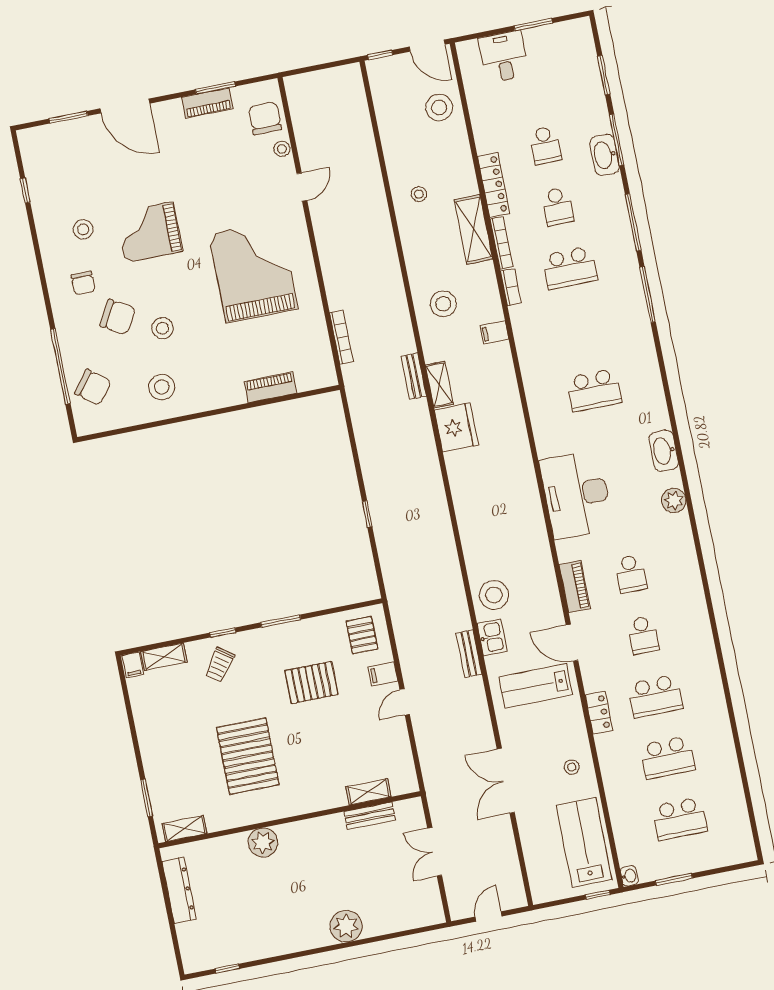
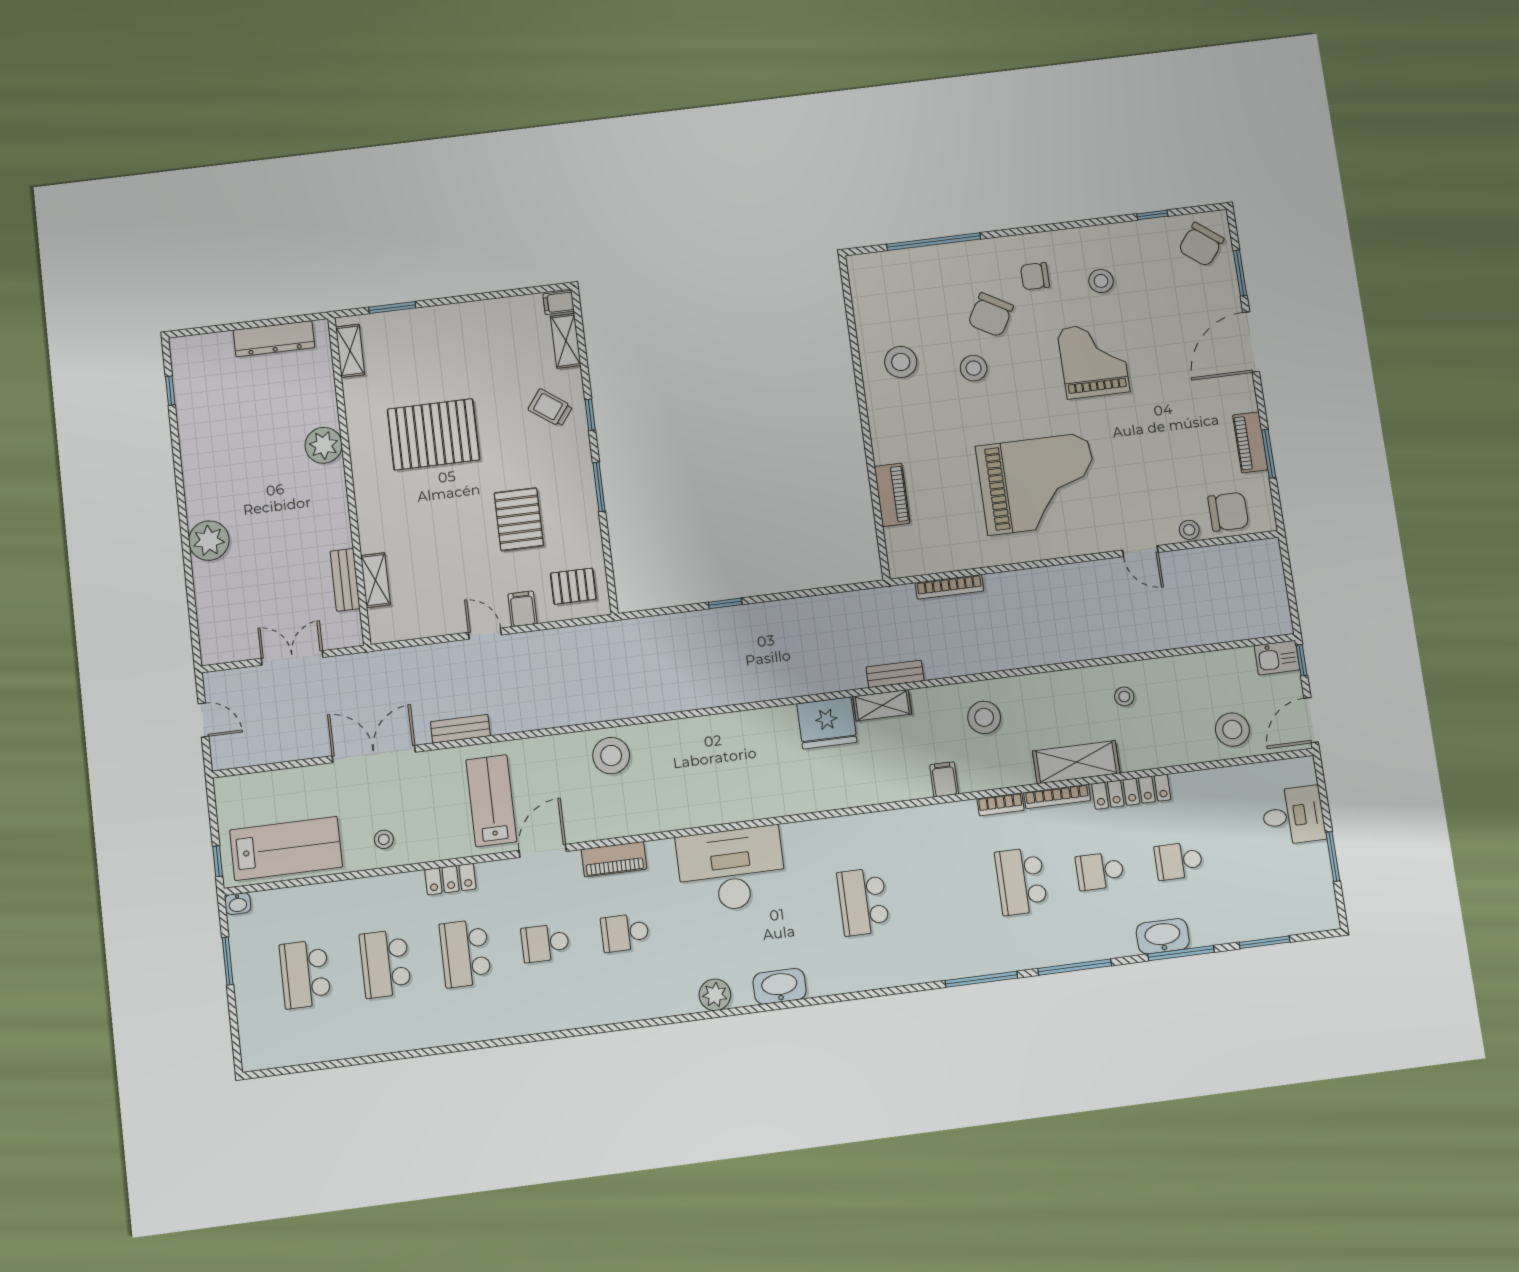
chair: (93, 387) -> (1201, 244), moved
kitchen sink: (492, 637) -> (1277, 658), moved
bench: (469, 654) -> (460, 729), moved

